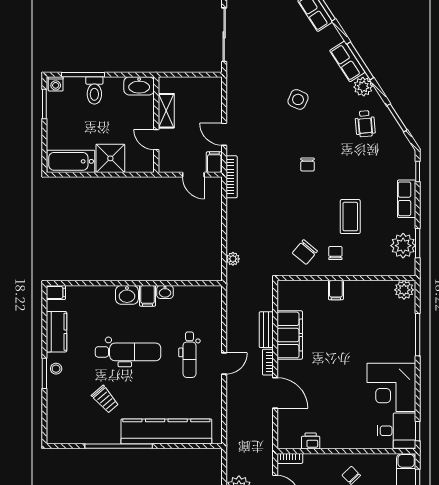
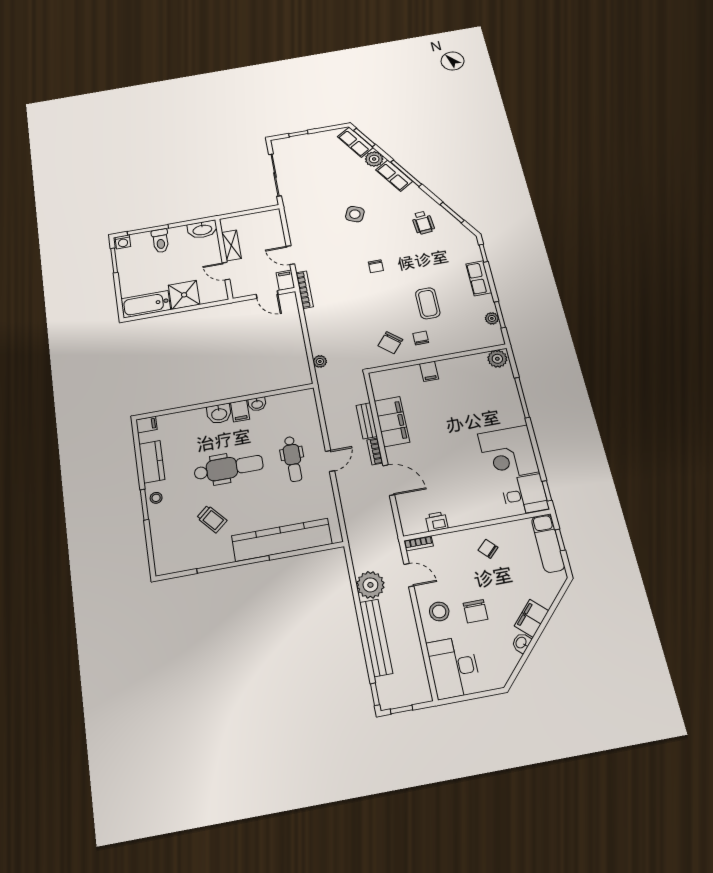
plant: (363, 87) -> (374, 159), moved
plant: (403, 246) -> (492, 318), width x0.53, depth x0.53

